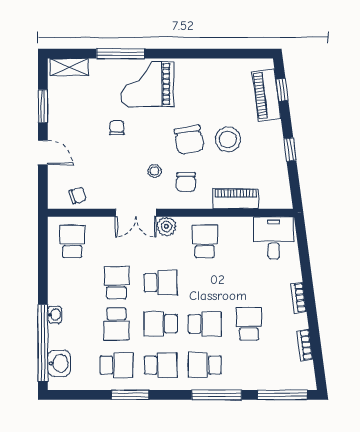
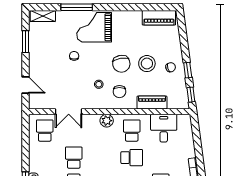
window: (282, 90) -> (191, 95), moved
piano: (266, 95) -> (159, 18), moved, turned -82
door: (43, 153) -> (26, 85), moved
chair: (78, 195) -> (171, 67), moved
double door: (136, 213) -> (69, 112), moved
desk: (274, 238) -> (164, 128), moved
school desk: (161, 283) -> (132, 158), moved

